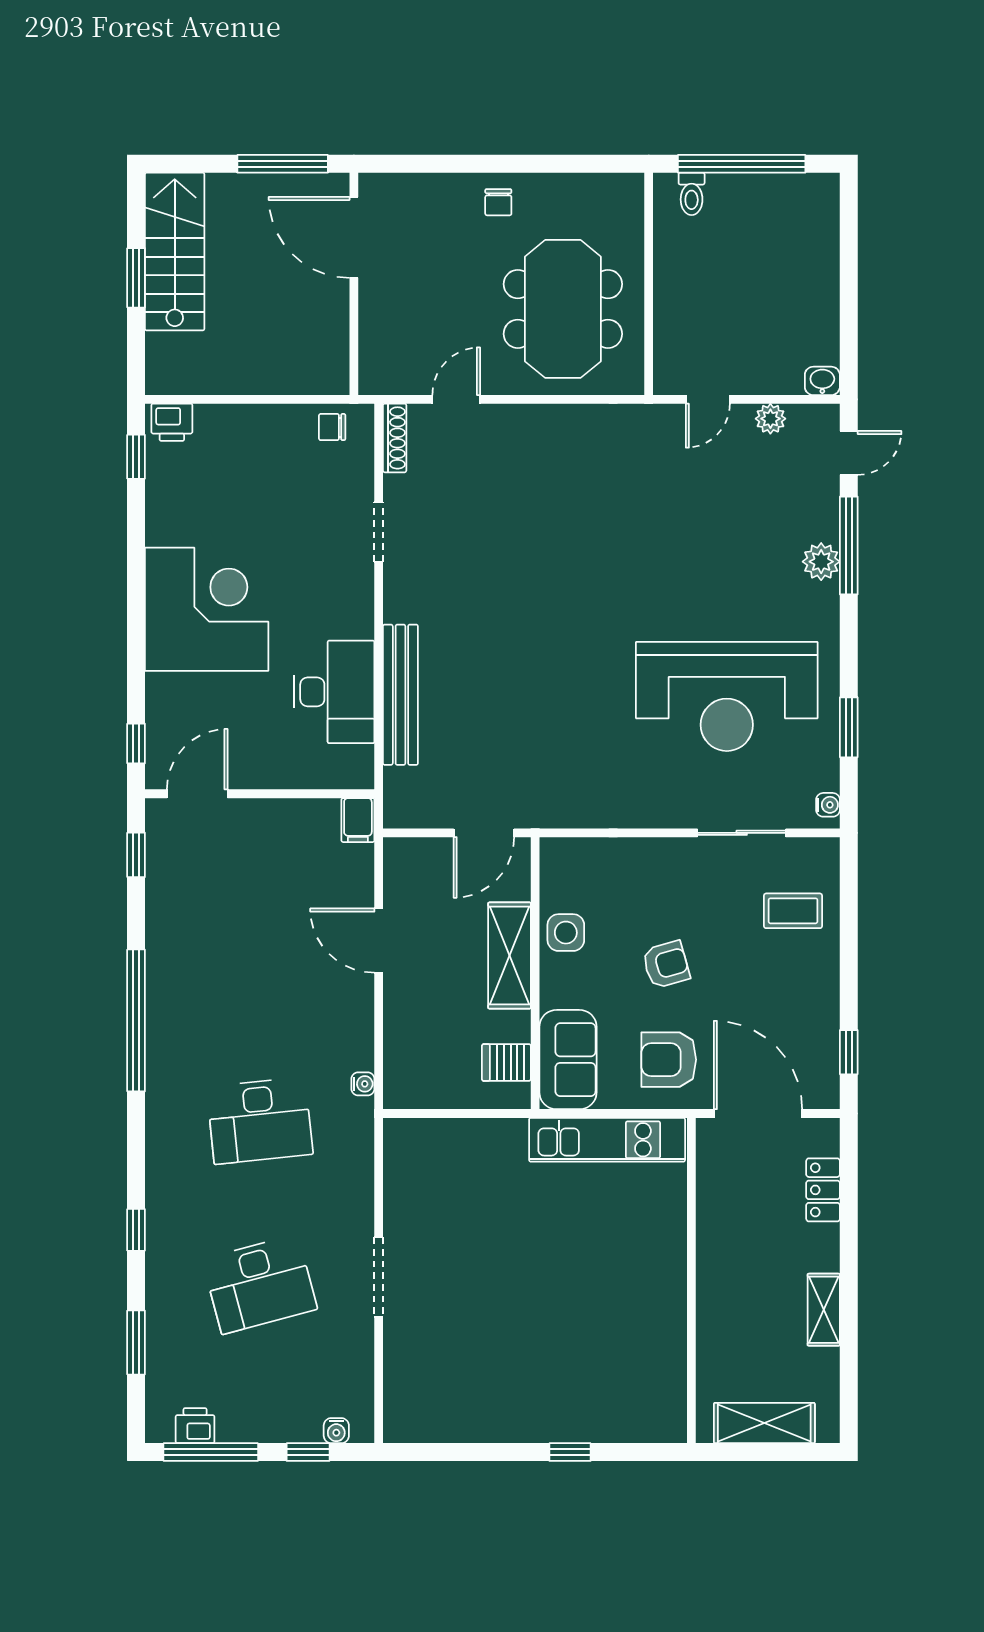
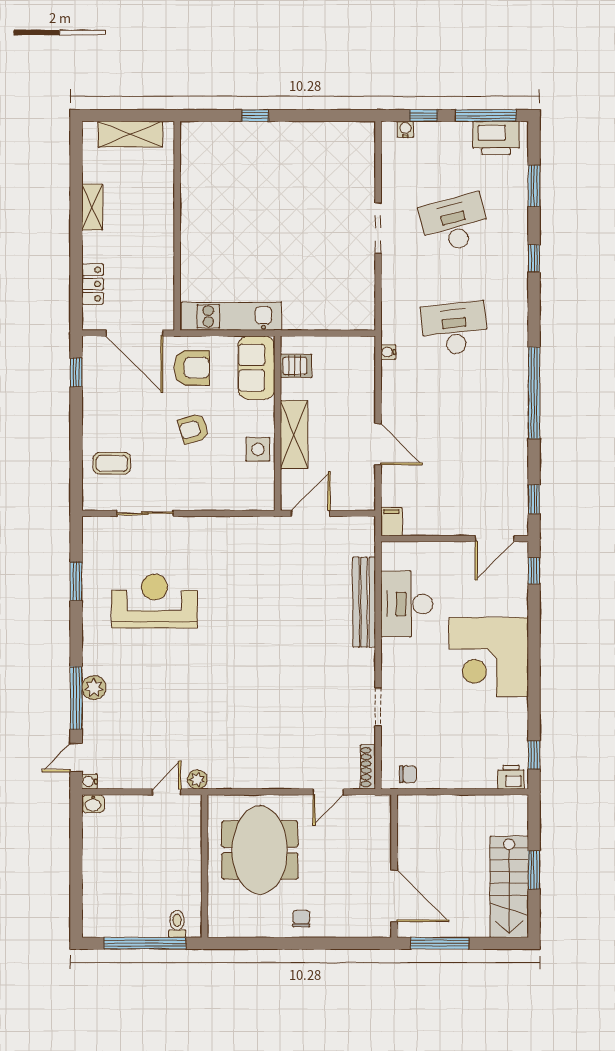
plant: (770, 419) -> (197, 779), moved
reception desk: (727, 696) -> (154, 601), width x0.74, depth x0.77
water cooler: (828, 805) -> (89, 782), moved
printer: (195, 1426) -> (496, 138), width x1.87, depth x1.48

